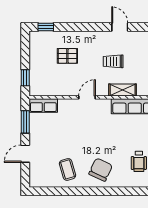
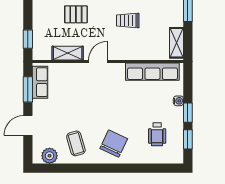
shelving: (123, 90) -> (68, 53), moved
row of seats: (43, 105) -> (40, 82), moved, turned -90
plant: (44, 180) -> (50, 156), added

